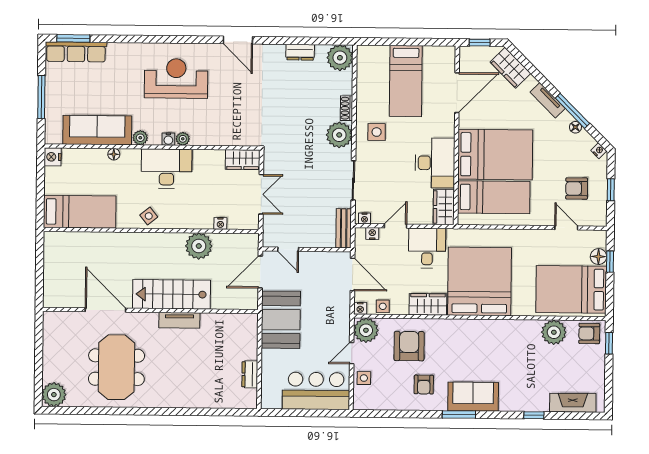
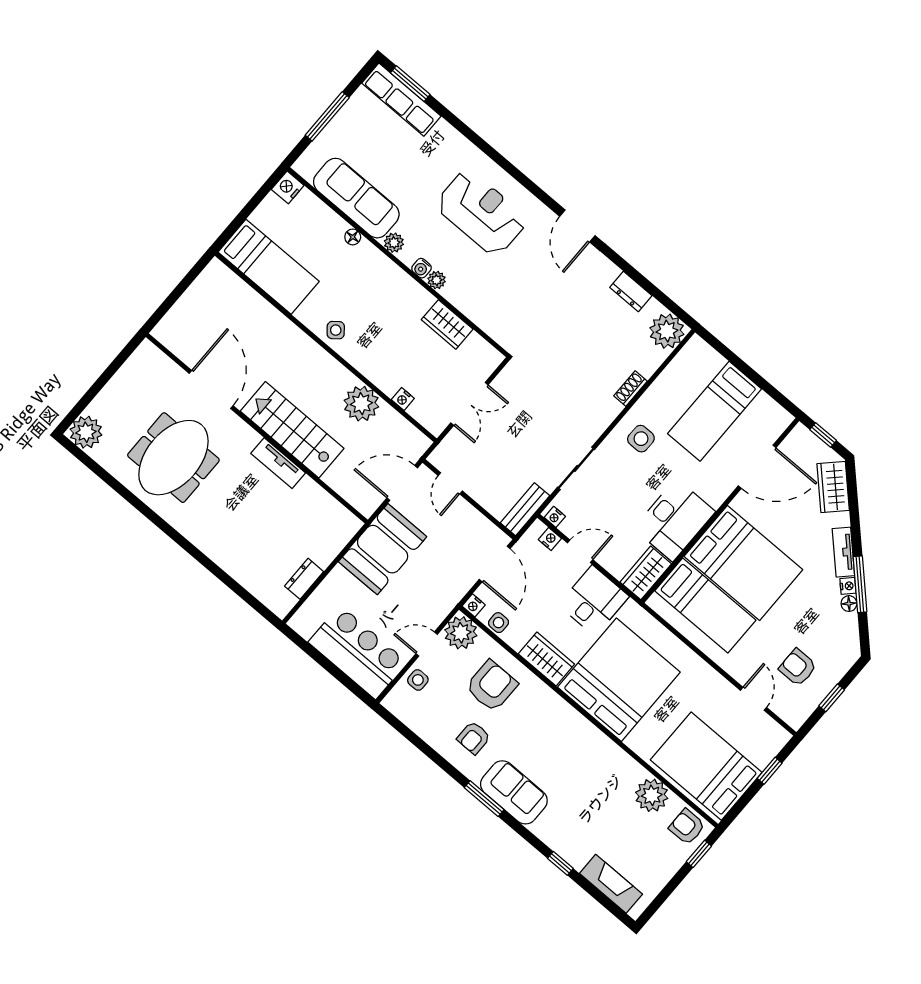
plant: (339, 135) -> (600, 410), removed
nightstand: (599, 151) -> (848, 586), moved
wardrobe: (243, 160) -> (447, 324), moved
desk: (167, 169) -> (395, 297), removed
floor lamp: (598, 257) -> (762, 756), removed

